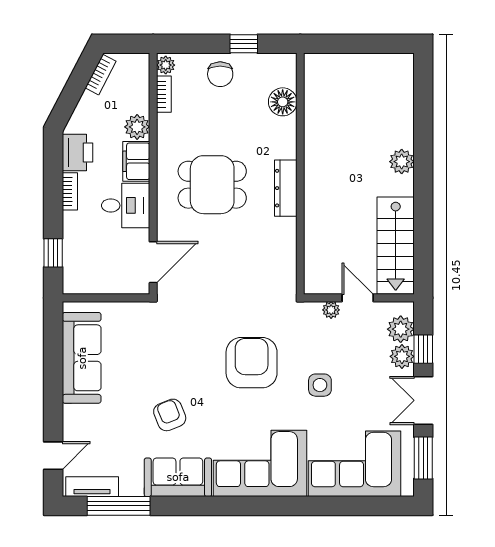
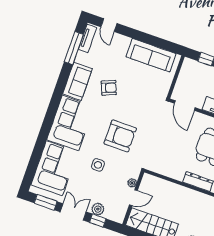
plant: (401, 329) -> (111, 213), removed

